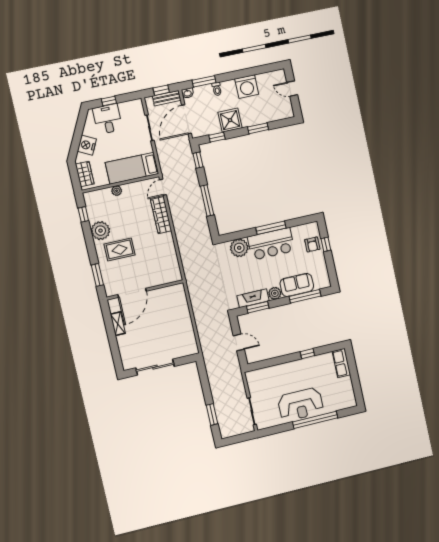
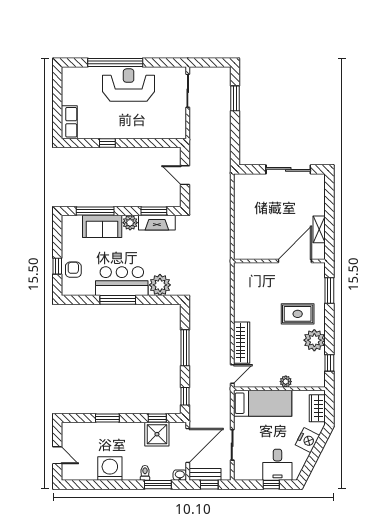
shower: (230, 120) -> (157, 434), moved

